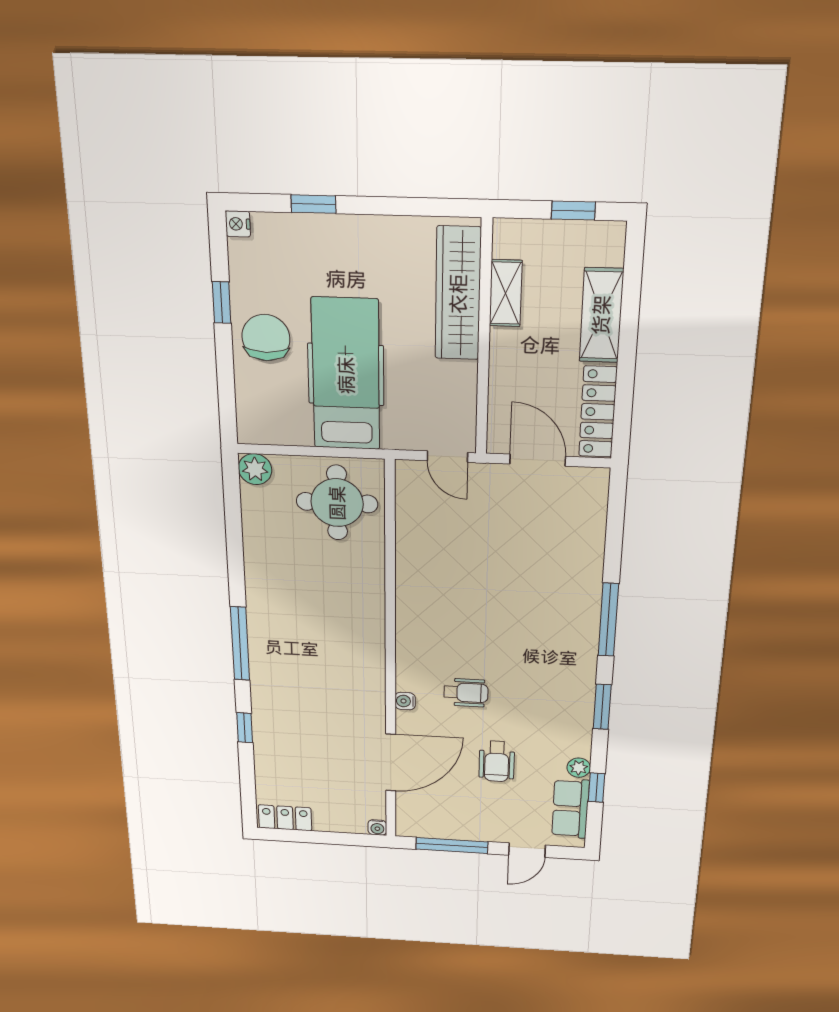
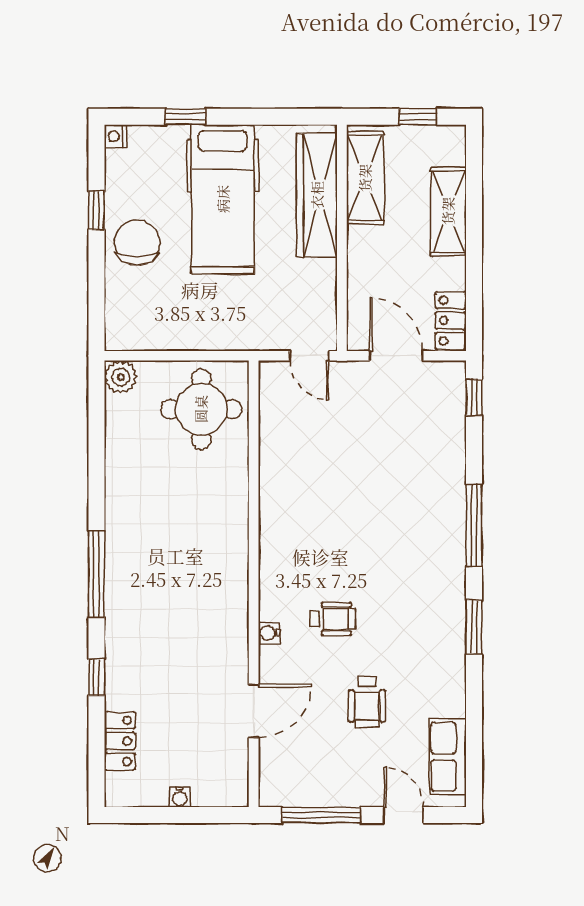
shelving: (506, 293) -> (365, 178), width x1.50, depth x1.33
hospital bed: (346, 375) -> (223, 199), moved, turned 180
locker: (598, 412) -> (451, 321), width x0.66
door: (391, 762) -> (254, 711), width x0.73
plant: (579, 768) -> (454, 704), removed
window: (597, 788) -> (474, 397), moved
locker: (285, 818) -> (120, 741), moved, turned 90
water cooler: (377, 827) -> (180, 797), moved
door: (527, 850) -> (403, 815), swing flipped

